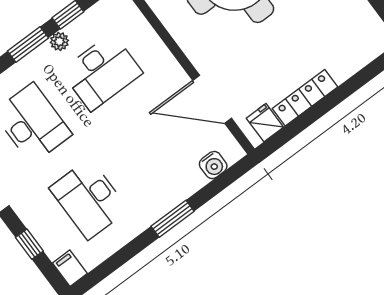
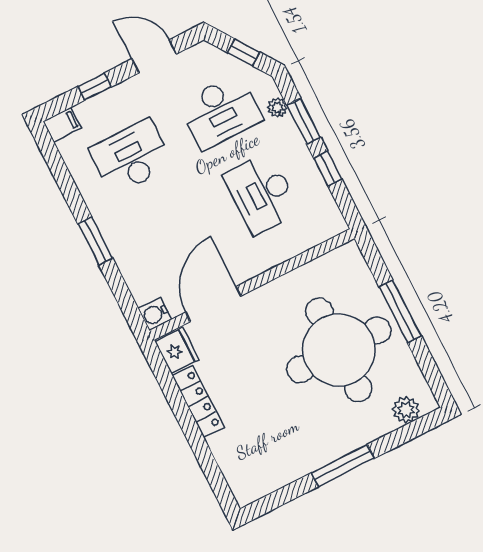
plant: (59, 41) -> (277, 108), moved
fridge: (265, 123) -> (177, 351), width x1.38
water cooler: (213, 165) -> (155, 314), moved

